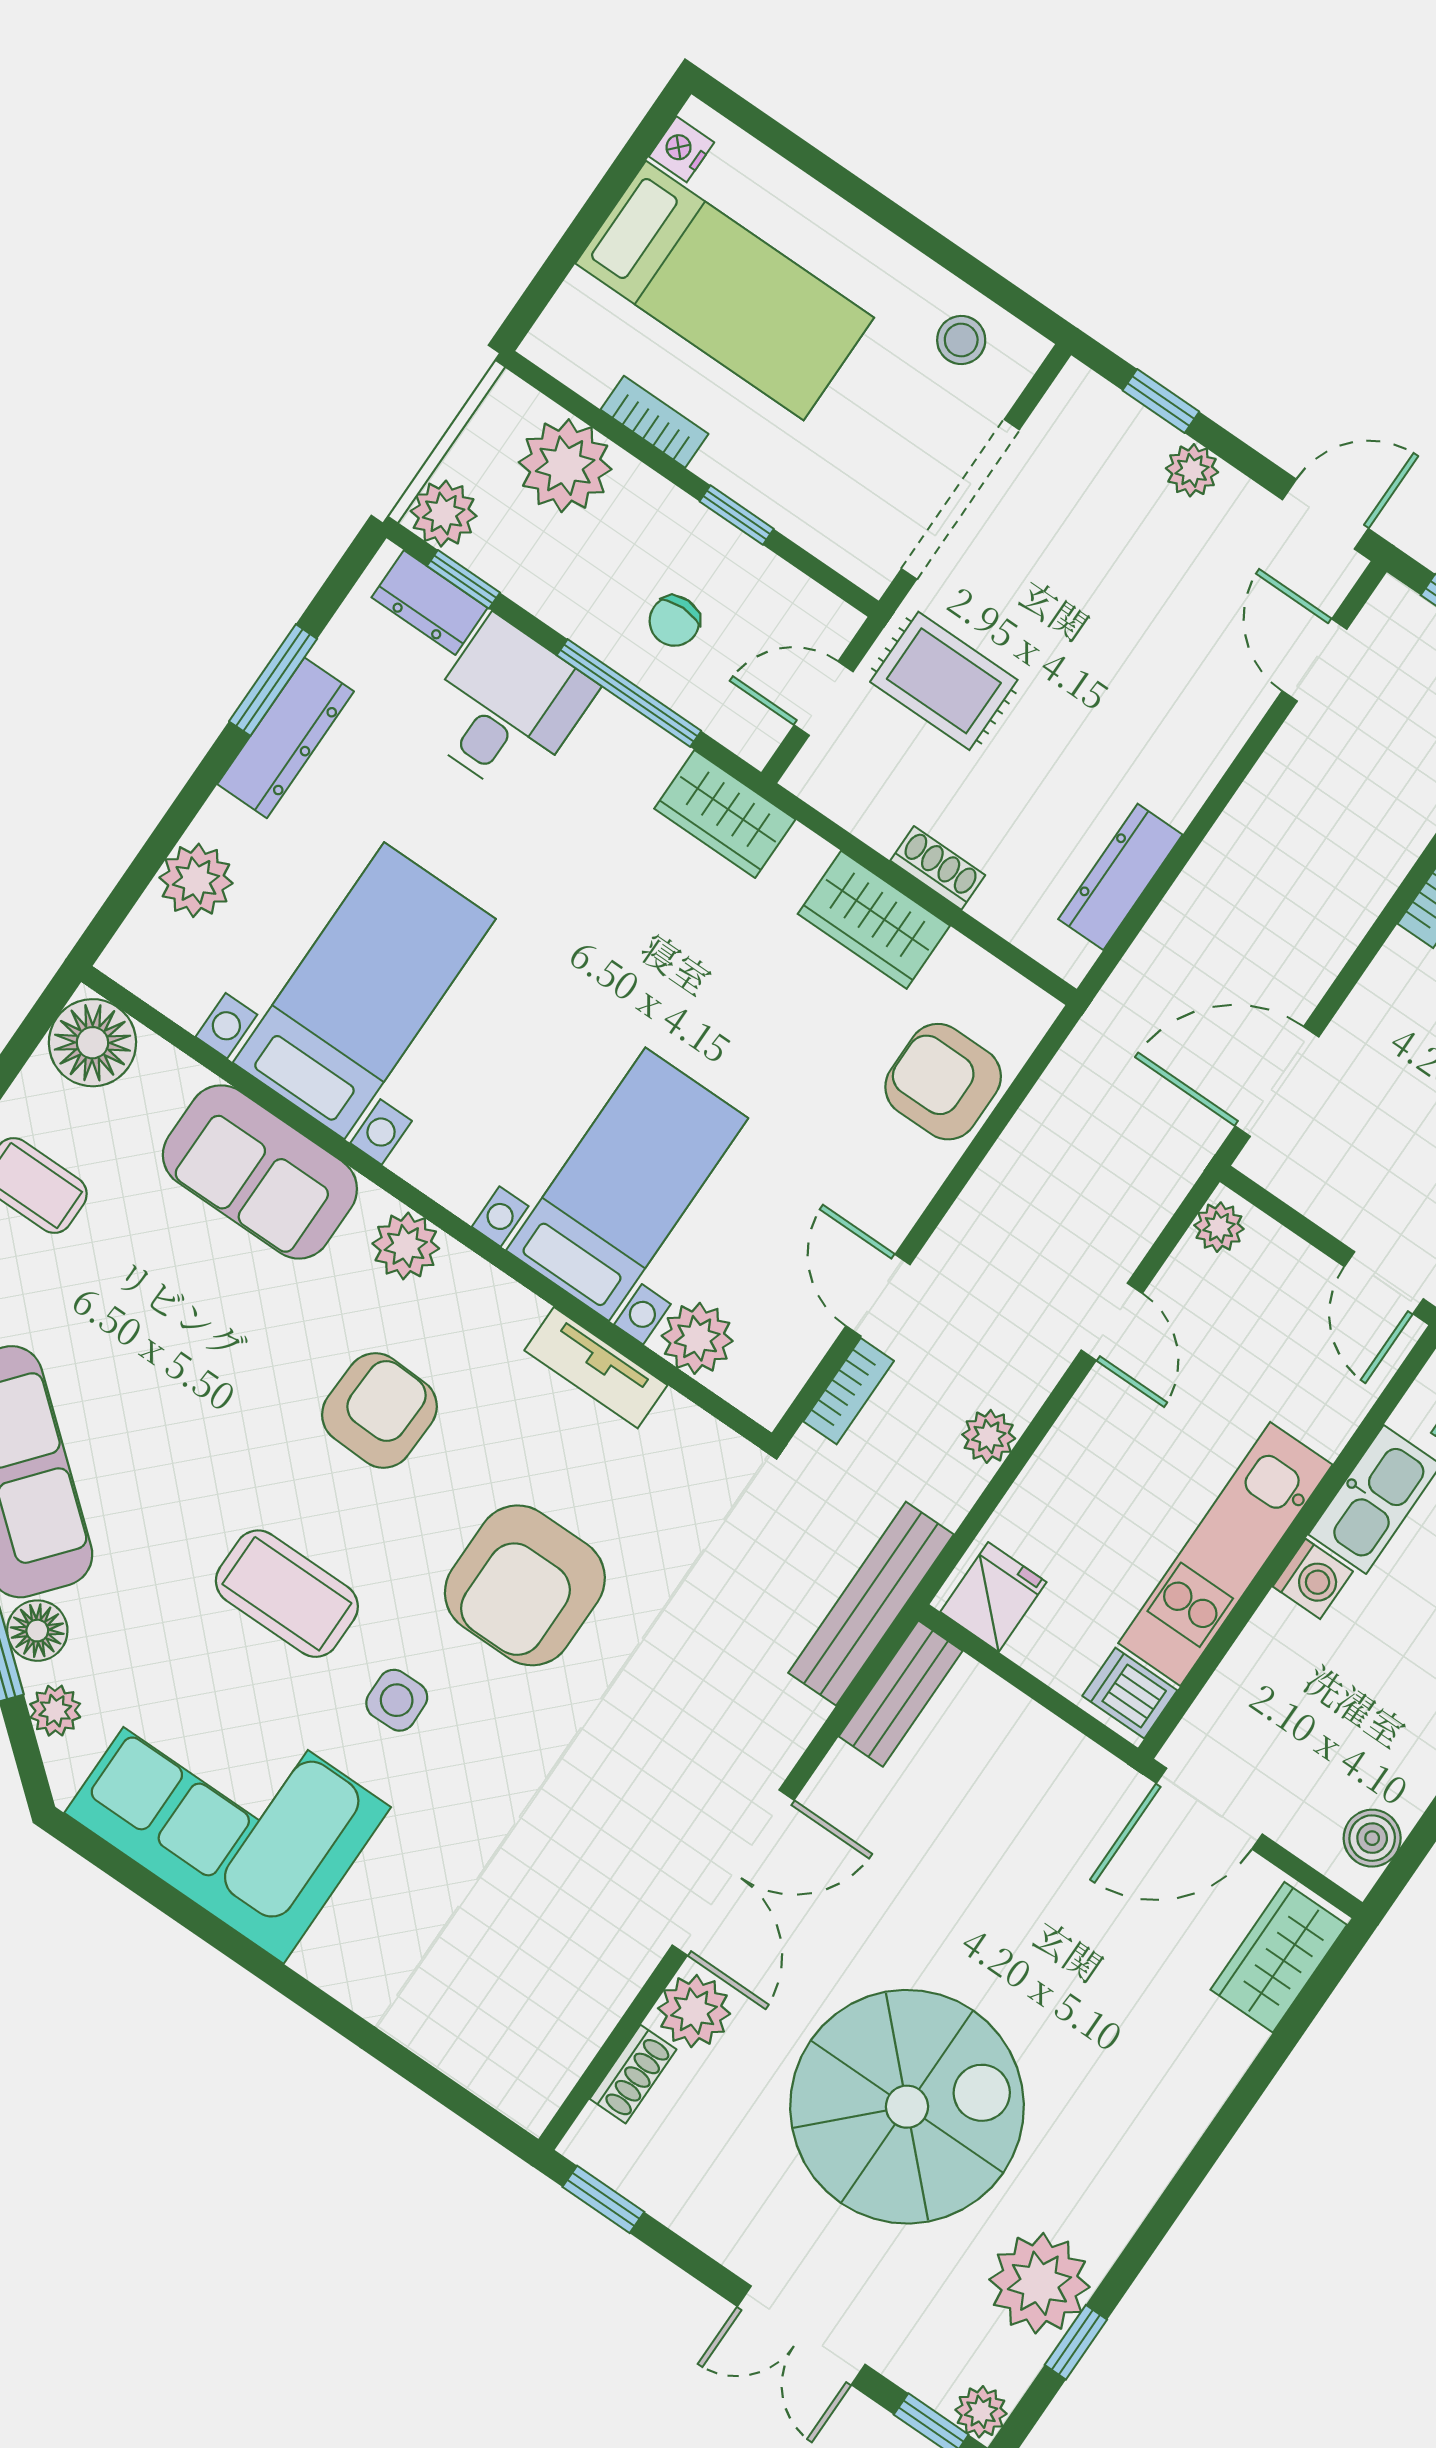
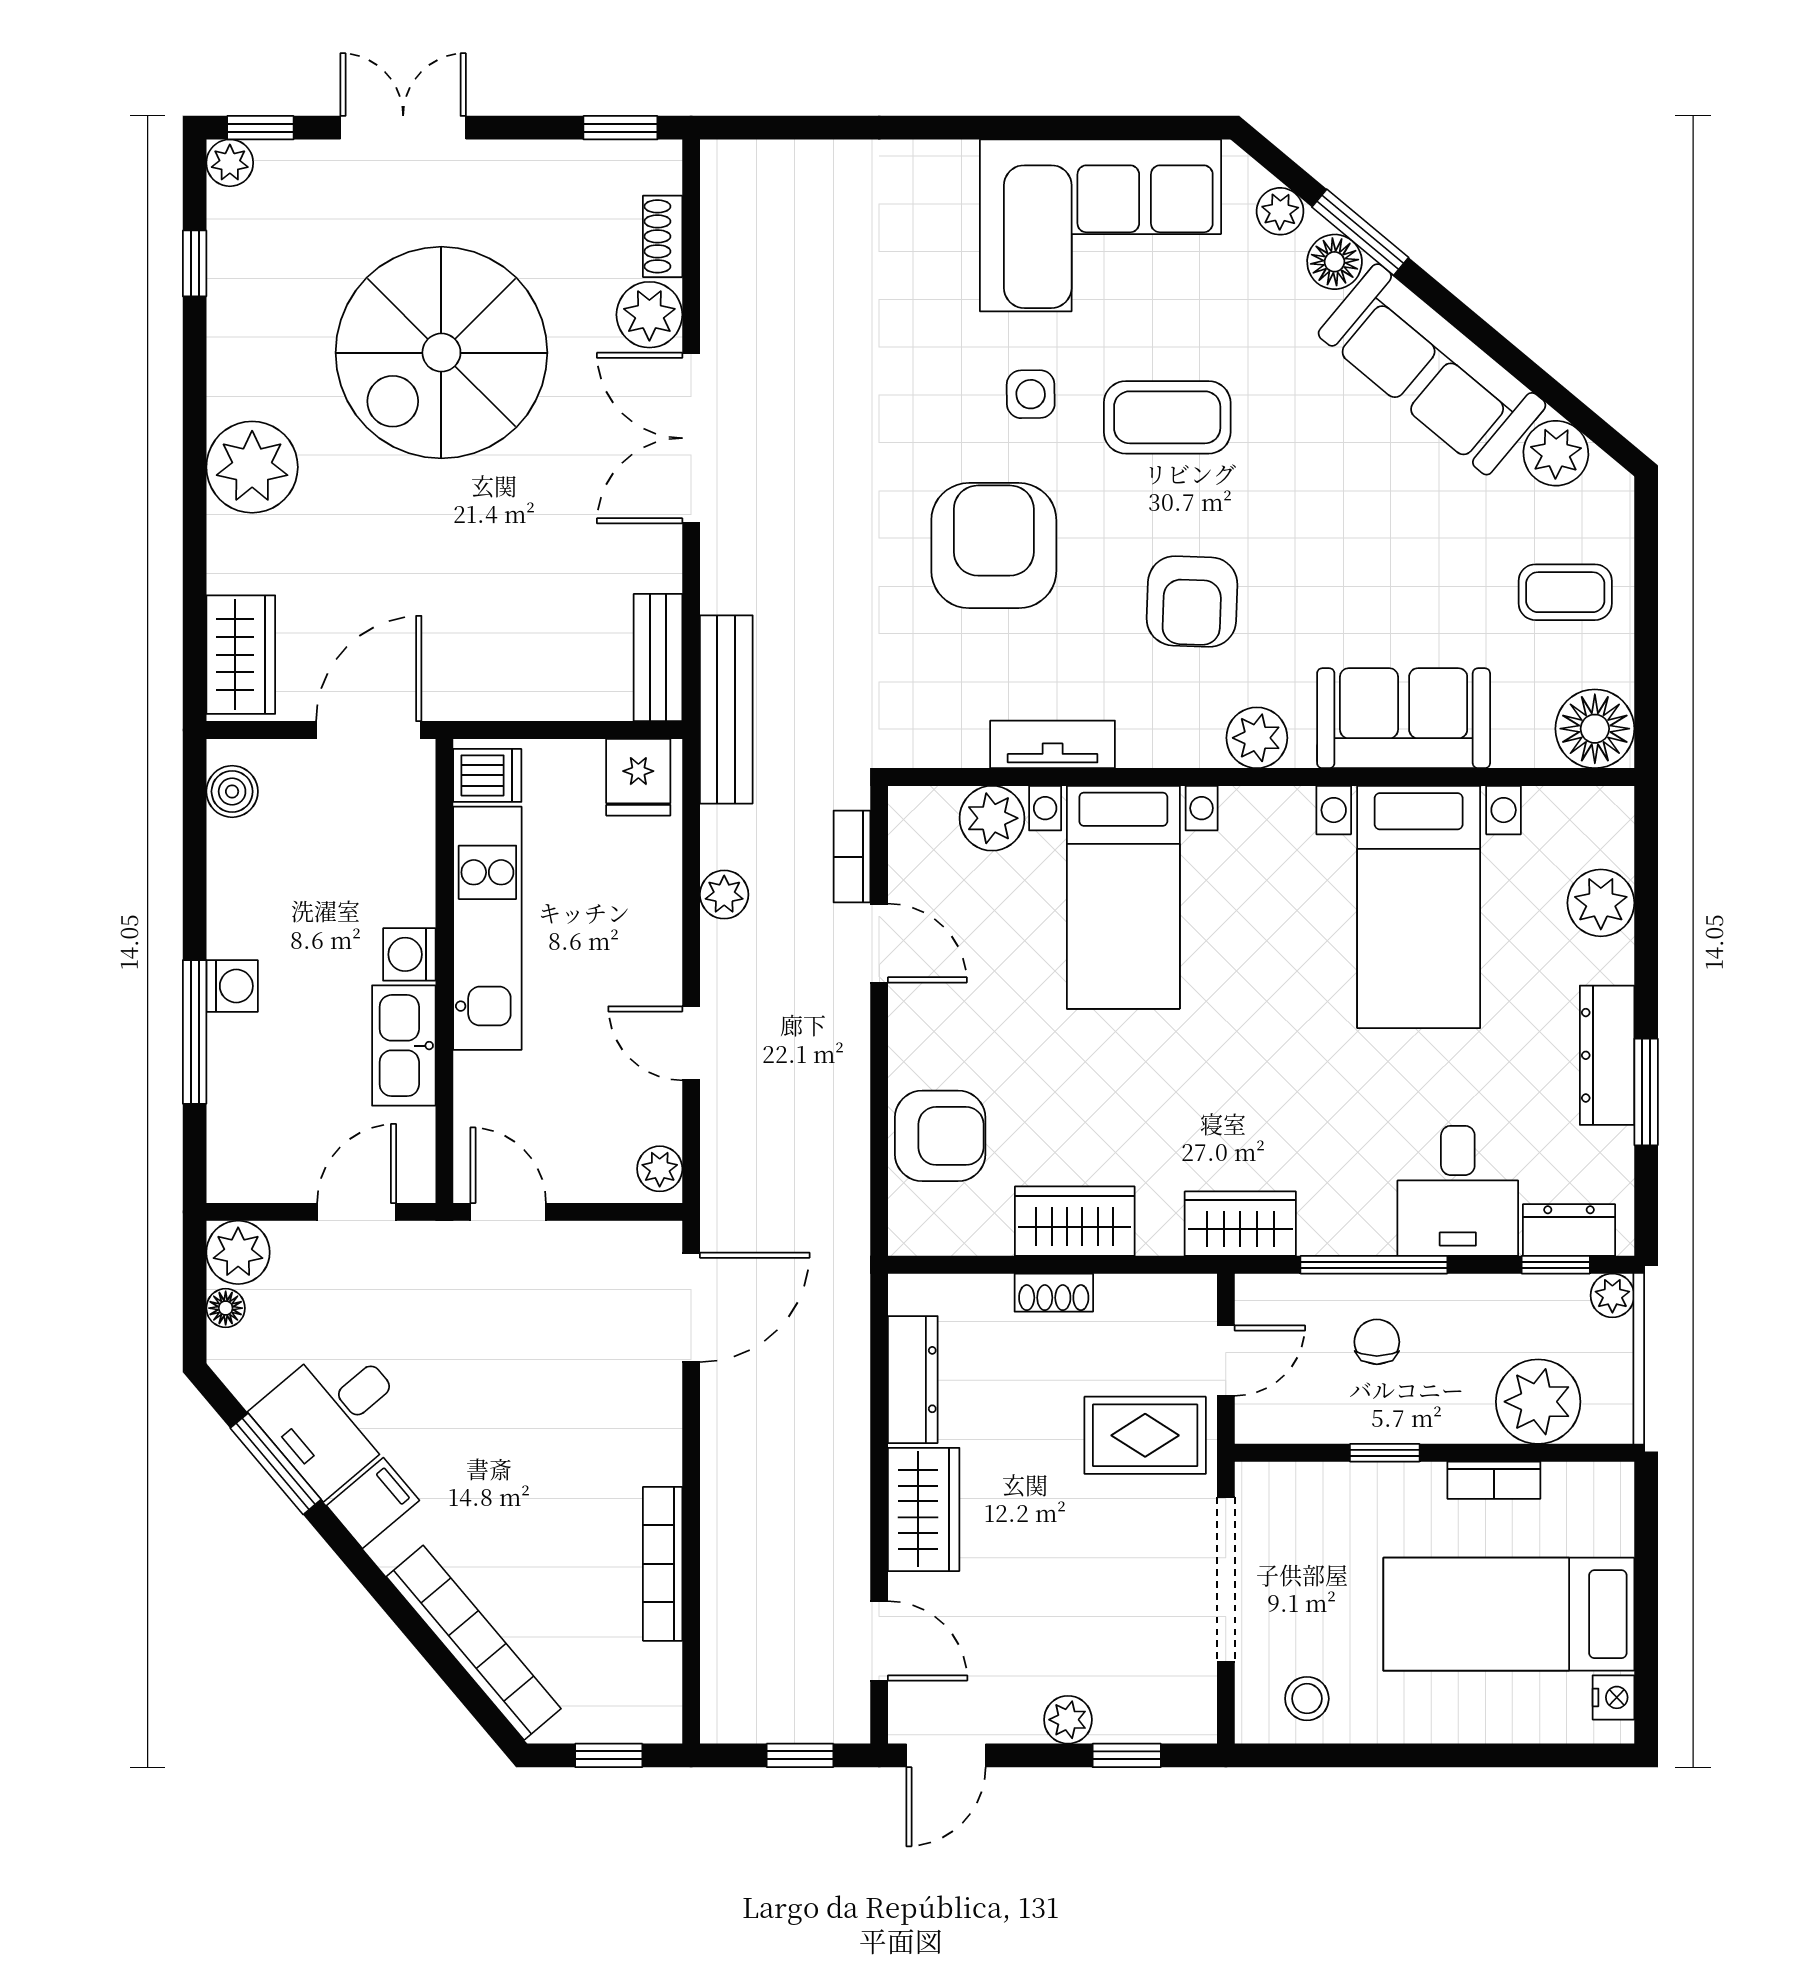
plant: (444, 514) -> (1612, 1295), width x0.73, depth x0.73
wardrobe: (1192, 752) -> (924, 1509), added
plant: (1039, 2283) -> (252, 467), moved

